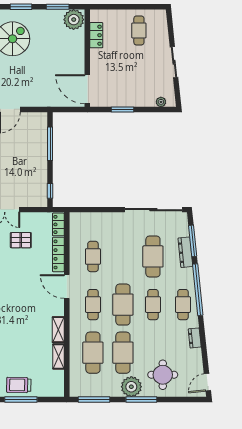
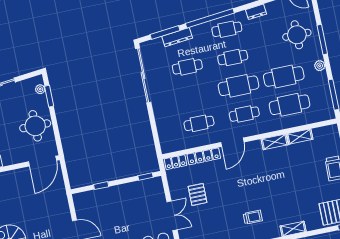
round table: (125, 89) -> (35, 126), added
window: (122, 109) -> (49, 96), moved
window: (50, 144) -> (101, 186), width x0.46
cafe table: (153, 256) -> (187, 67), width x0.73, depth x0.74
plant: (131, 387) -> (320, 66), width x0.53, depth x0.53
window: (141, 400) -> (322, 40), moved

